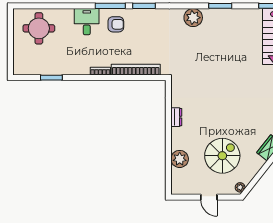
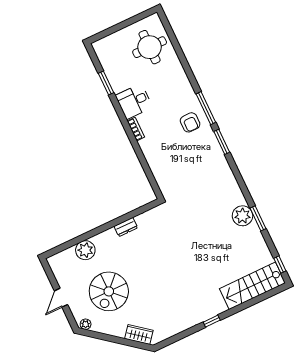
plant: (193, 18) -> (242, 216), moved
desk: (87, 22) -> (134, 101), moved, turned 180
bookcase: (136, 70) -> (154, 164), removed
spiral stairs: (222, 156) -> (109, 291), turned 90

